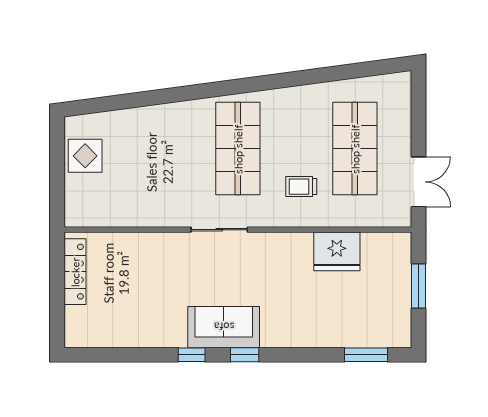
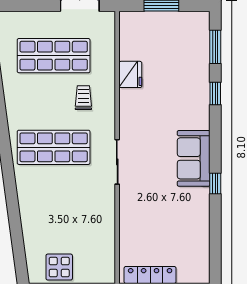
trolley: (301, 187) -> (83, 98), turned 180
fridge: (337, 251) -> (130, 74), width x0.73, depth x0.75
window: (245, 355) -> (215, 93), moved

